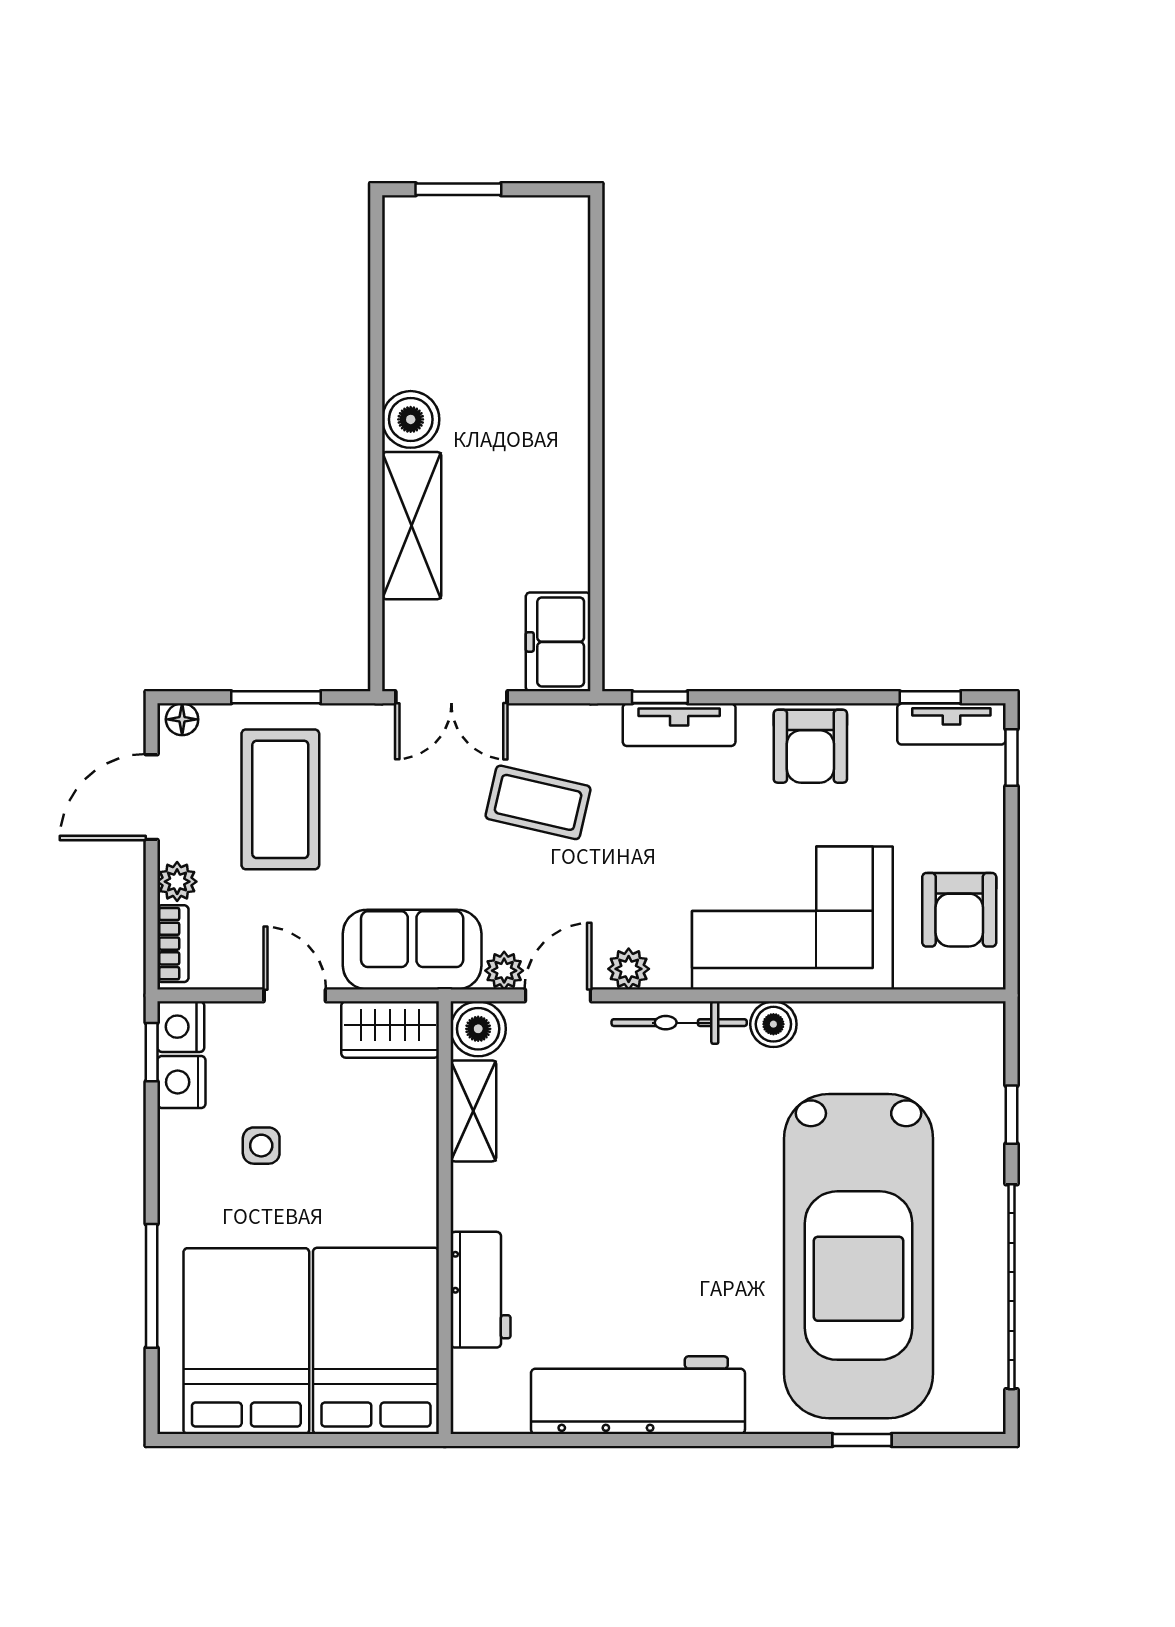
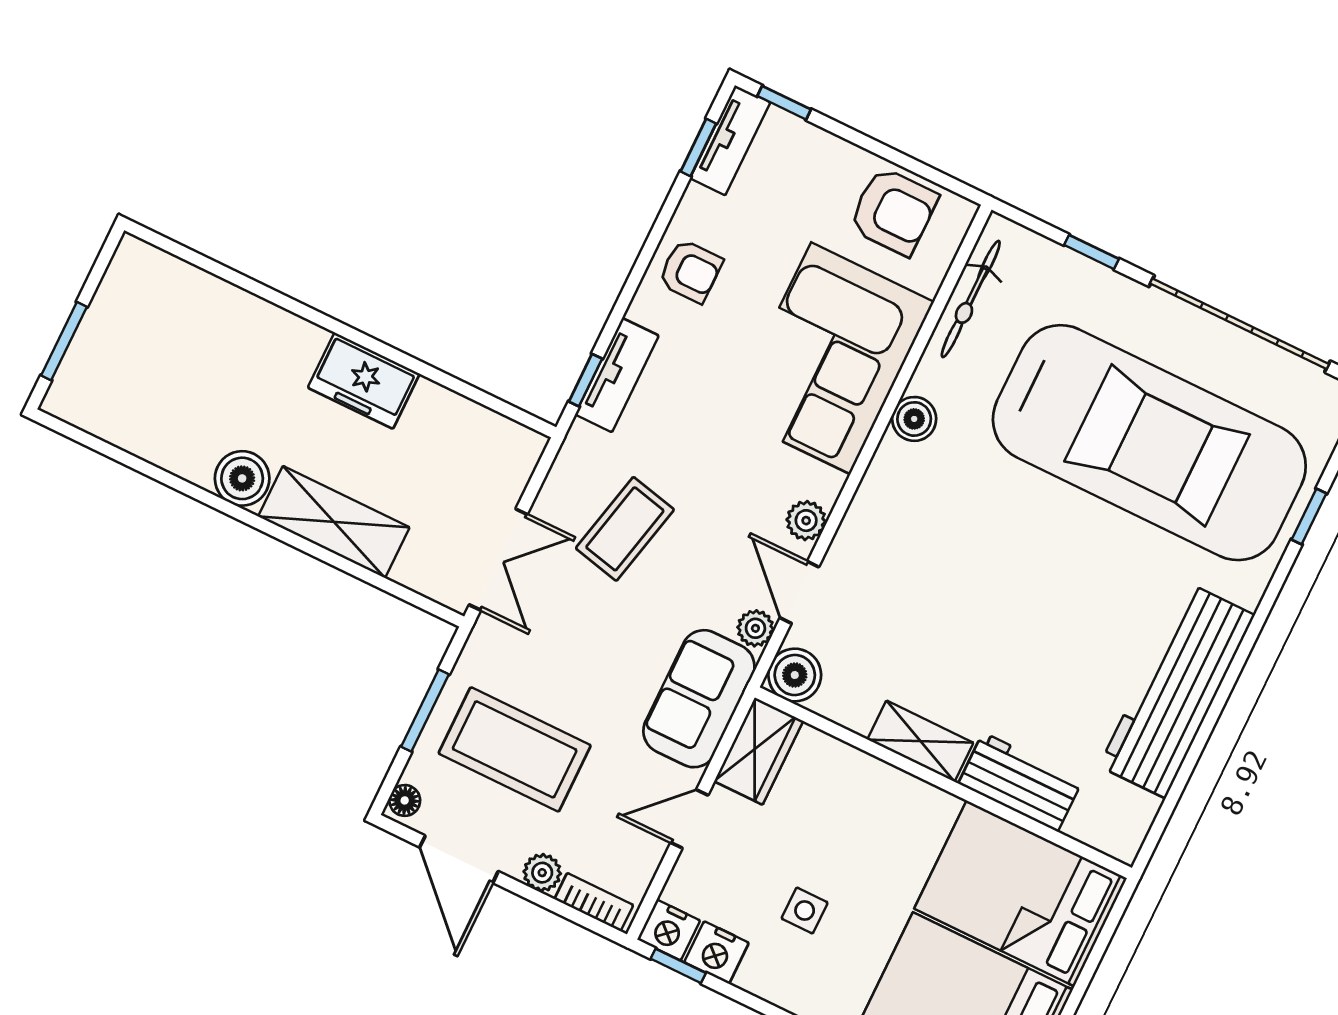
freezer: (558, 642) -> (364, 381), moved
armchair: (810, 746) -> (690, 271), width x0.72, depth x0.72
bicycle: (679, 1023) -> (971, 299), moved
shelving: (473, 1111) -> (920, 741), moved

